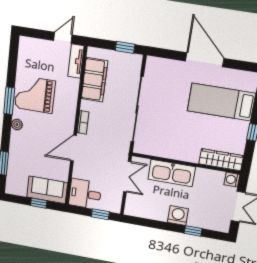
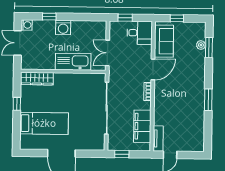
grand piano: (35, 94) -> (188, 108), removed
plant: (17, 125) -> (201, 45), moved
washing machine: (232, 180) -> (27, 25), moved
sofa: (47, 190) -> (164, 41), moved, turned -90

